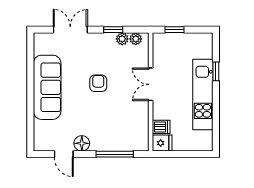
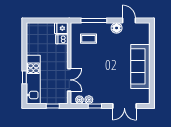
armchair: (98, 83) -> (105, 69), removed
double door: (151, 84) -> (69, 80), moved
kitchen unit: (203, 94) -> (33, 79), moved
coffee table: (123, 128) -> (89, 39), added

